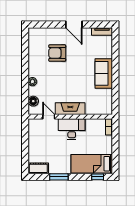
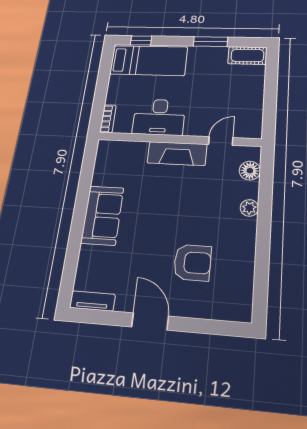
door: (49, 117) -> (221, 141), swing flipped
desk: (72, 129) -> (159, 117), moved

